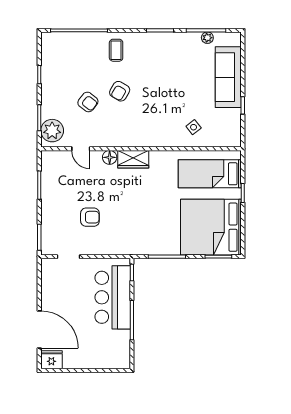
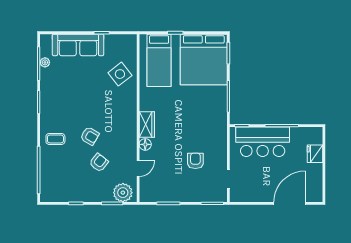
side table: (194, 127) -> (120, 74), width x1.87, depth x1.87
fridge: (51, 360) -> (315, 154), moved

